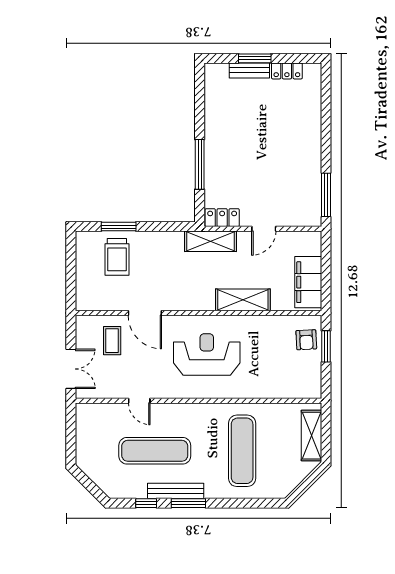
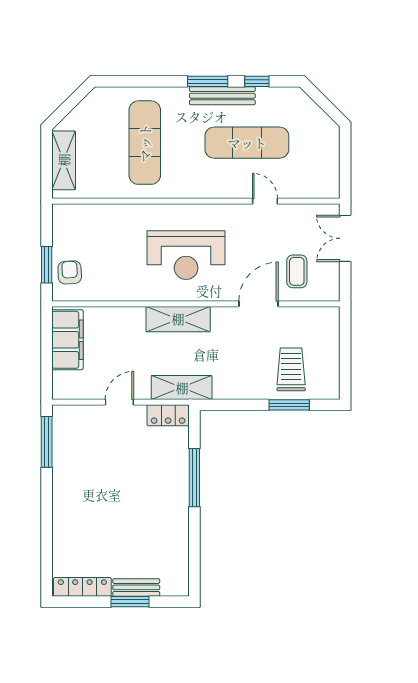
locker: (287, 71) -> (82, 587), width x1.53
shelving: (243, 300) -> (178, 319), moved
door: (145, 313) -> (258, 304), hinge flipped

